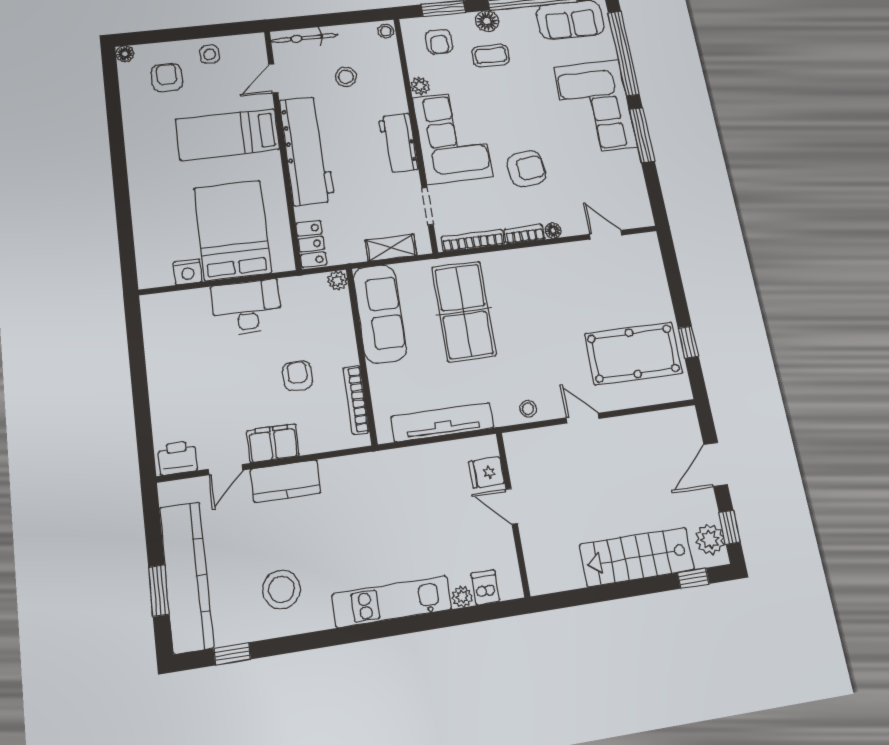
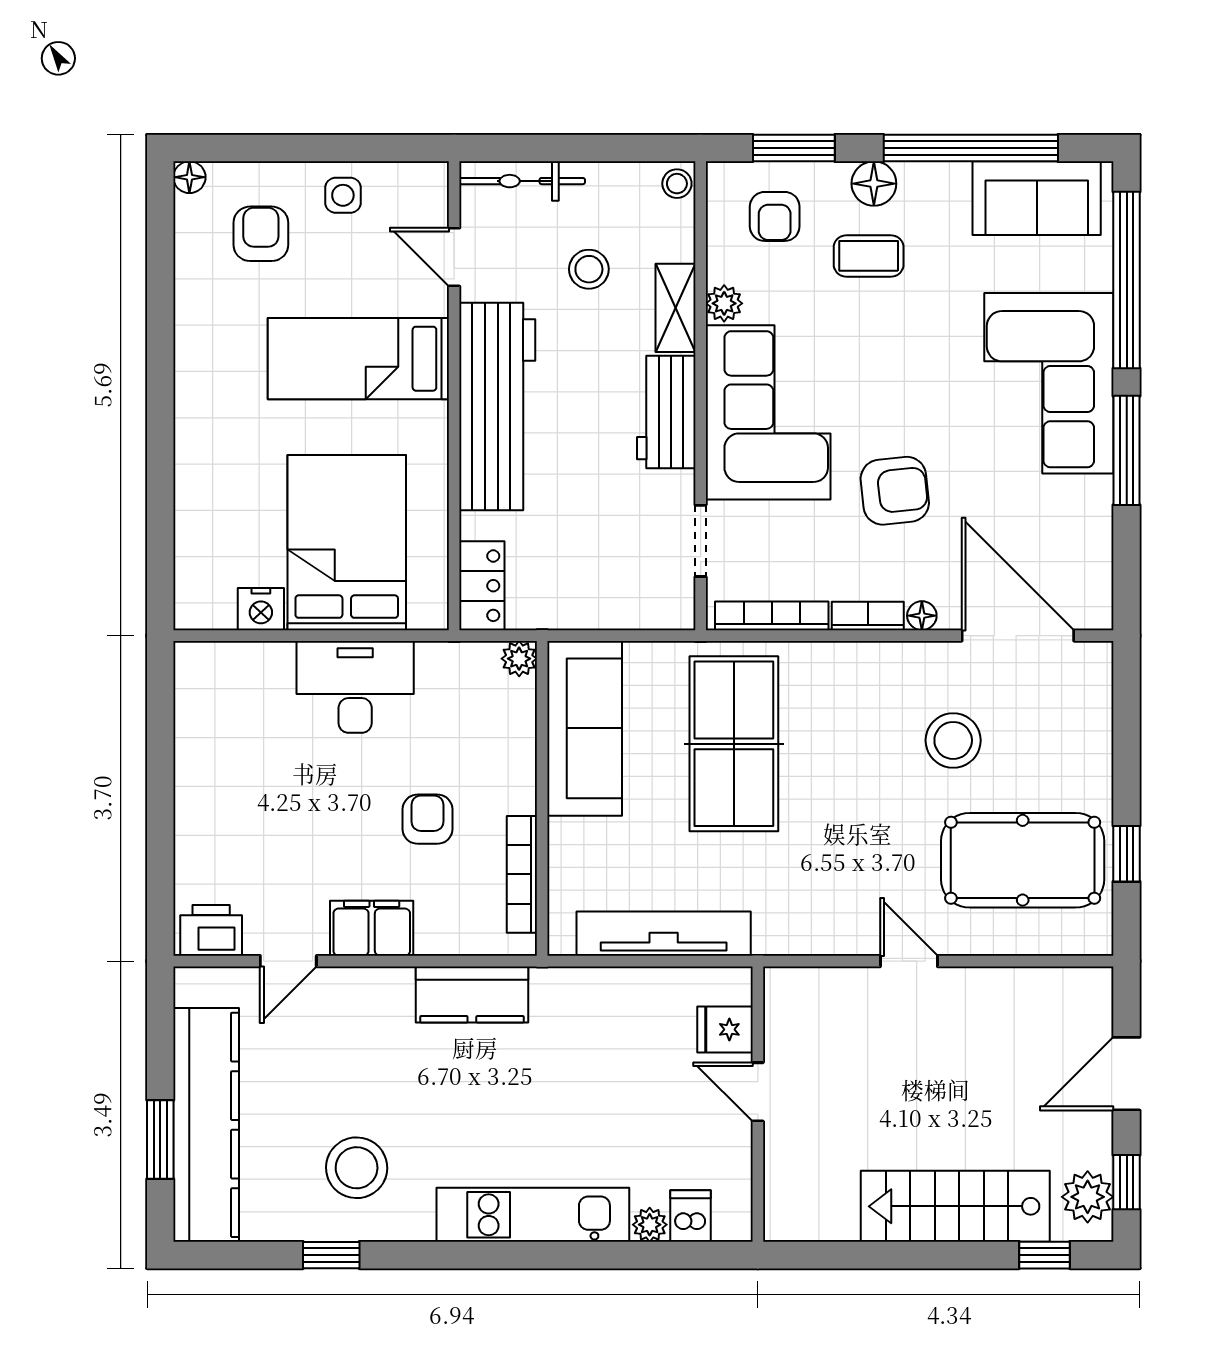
door: (273, 78) -> (454, 257), hinge flipped
door: (606, 235) -> (1018, 636), width x1.88
shelving: (391, 248) -> (675, 308), moved, turned 90
stool: (528, 409) -> (953, 740), moved, width x1.89, depth x1.89
kitchen counter: (286, 481) -> (472, 995), moved
window: (232, 654) -> (331, 1255), moved

